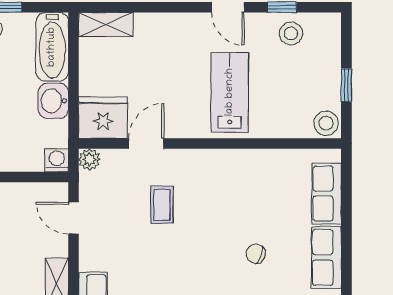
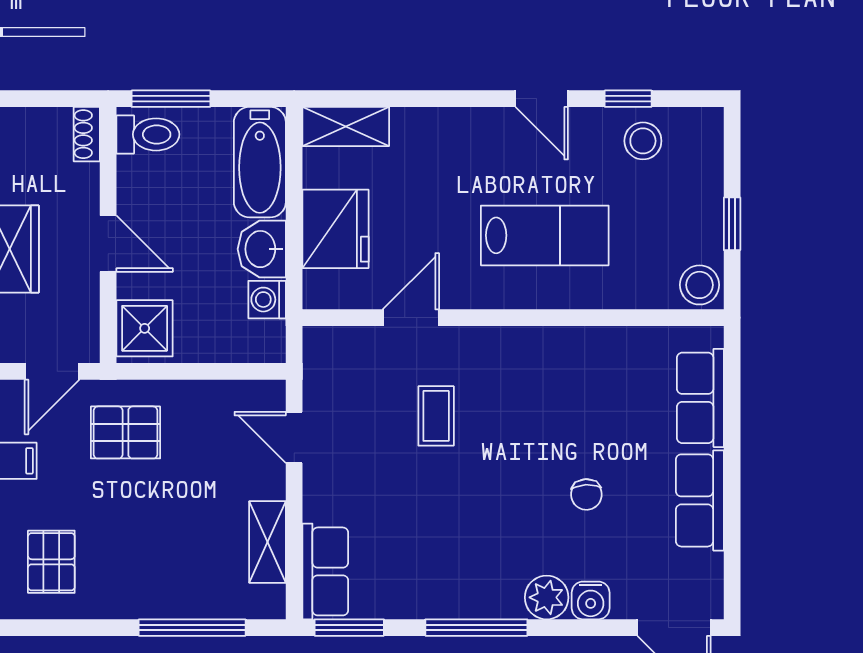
lab bench: (230, 92) -> (545, 235), turned 90
fridge: (103, 118) -> (336, 229), moved, turned 90
plant: (89, 159) -> (320, 343), removed
washing machine: (57, 160) -> (267, 300), moved, turned -90
chair: (256, 254) -> (586, 494), turned -114

